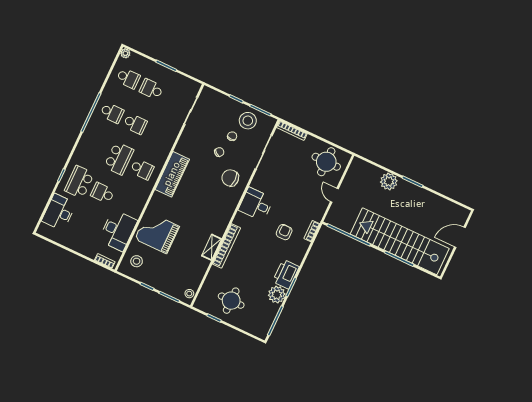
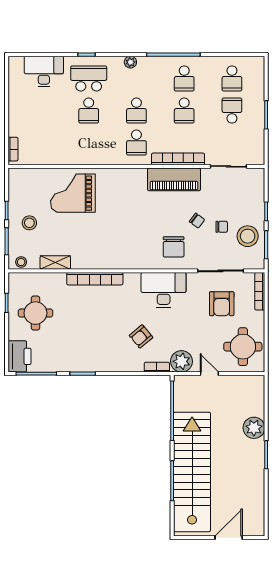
plant: (125, 53) -> (130, 62), moved
bookcase: (168, 145) -> (178, 159), added
school desk: (119, 158) -> (136, 111), width x0.54
armchair: (288, 162) -> (222, 304), added
piano: (172, 174) -> (174, 179), moved
chair: (230, 178) -> (174, 247), turned 180
school desk: (103, 193) -> (89, 111), turned 180
door: (334, 195) -> (209, 374), hinge flipped
desk: (256, 204) -> (164, 290), width x1.37
desk: (118, 230) -> (55, 148), removed
armchair: (284, 232) -> (141, 336), turned 140
grand piano: (157, 233) -> (73, 193), turned -90
door: (460, 237) -> (229, 538), hinge flipped
shelving: (212, 247) -> (55, 263), moved
stool: (137, 261) -> (29, 223), moved
printer: (286, 274) -> (20, 356), moved, turned 90
plant: (277, 295) -> (181, 361), moved

